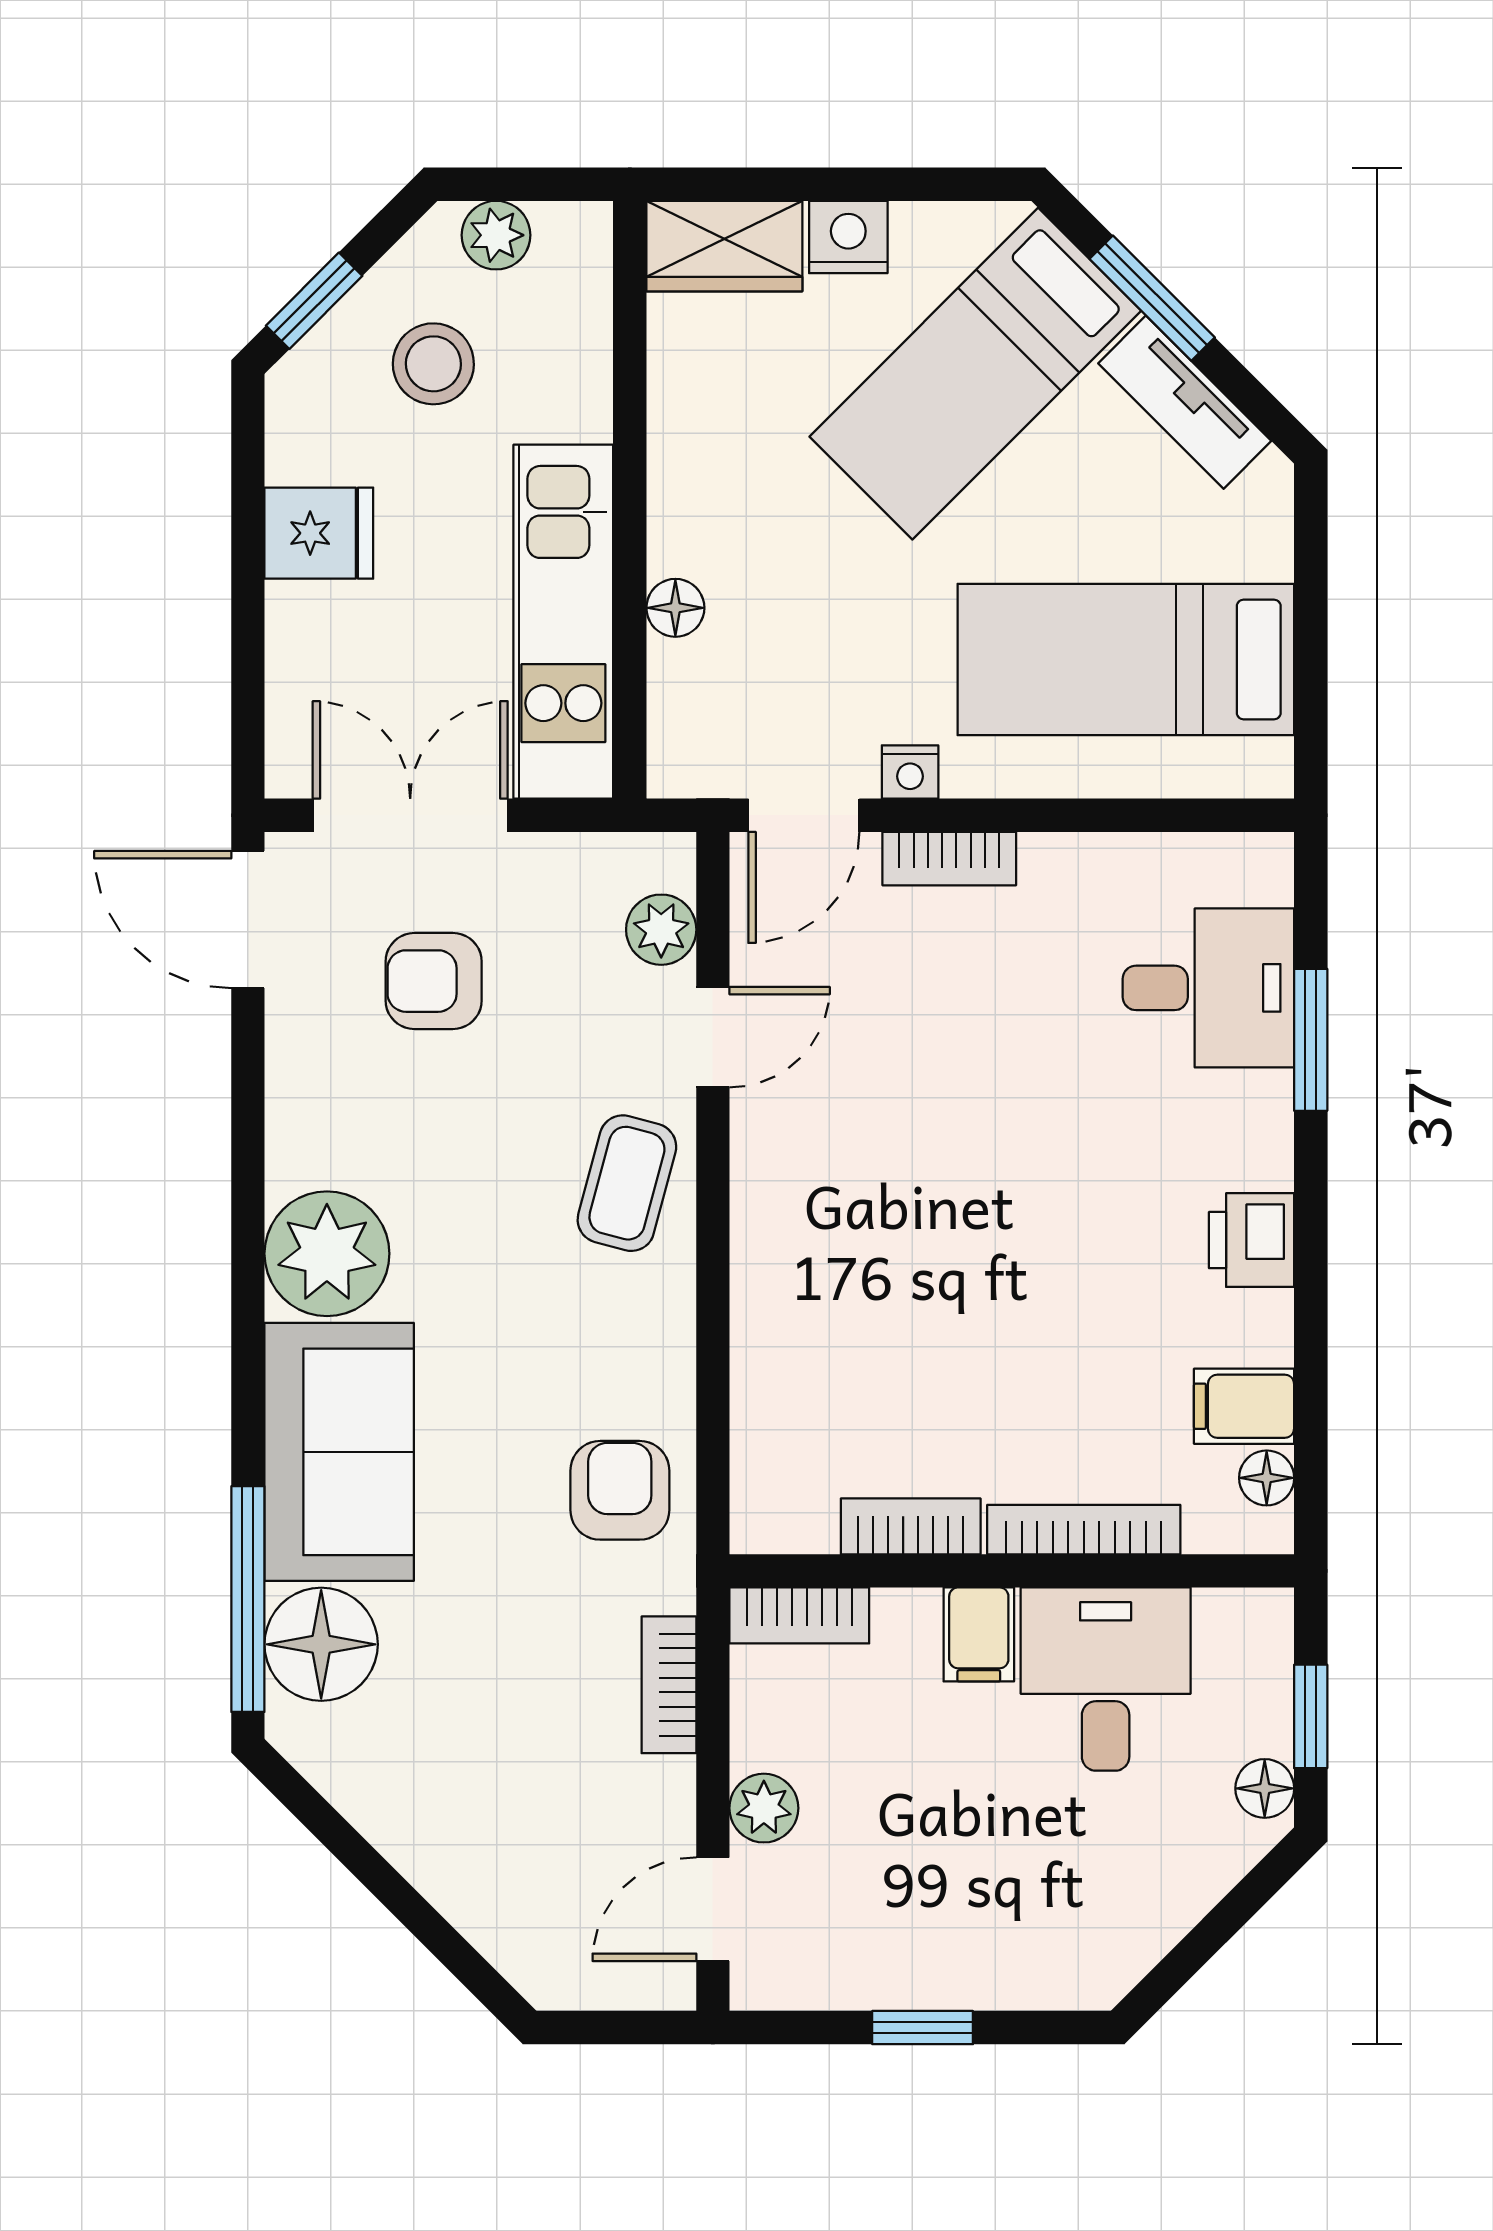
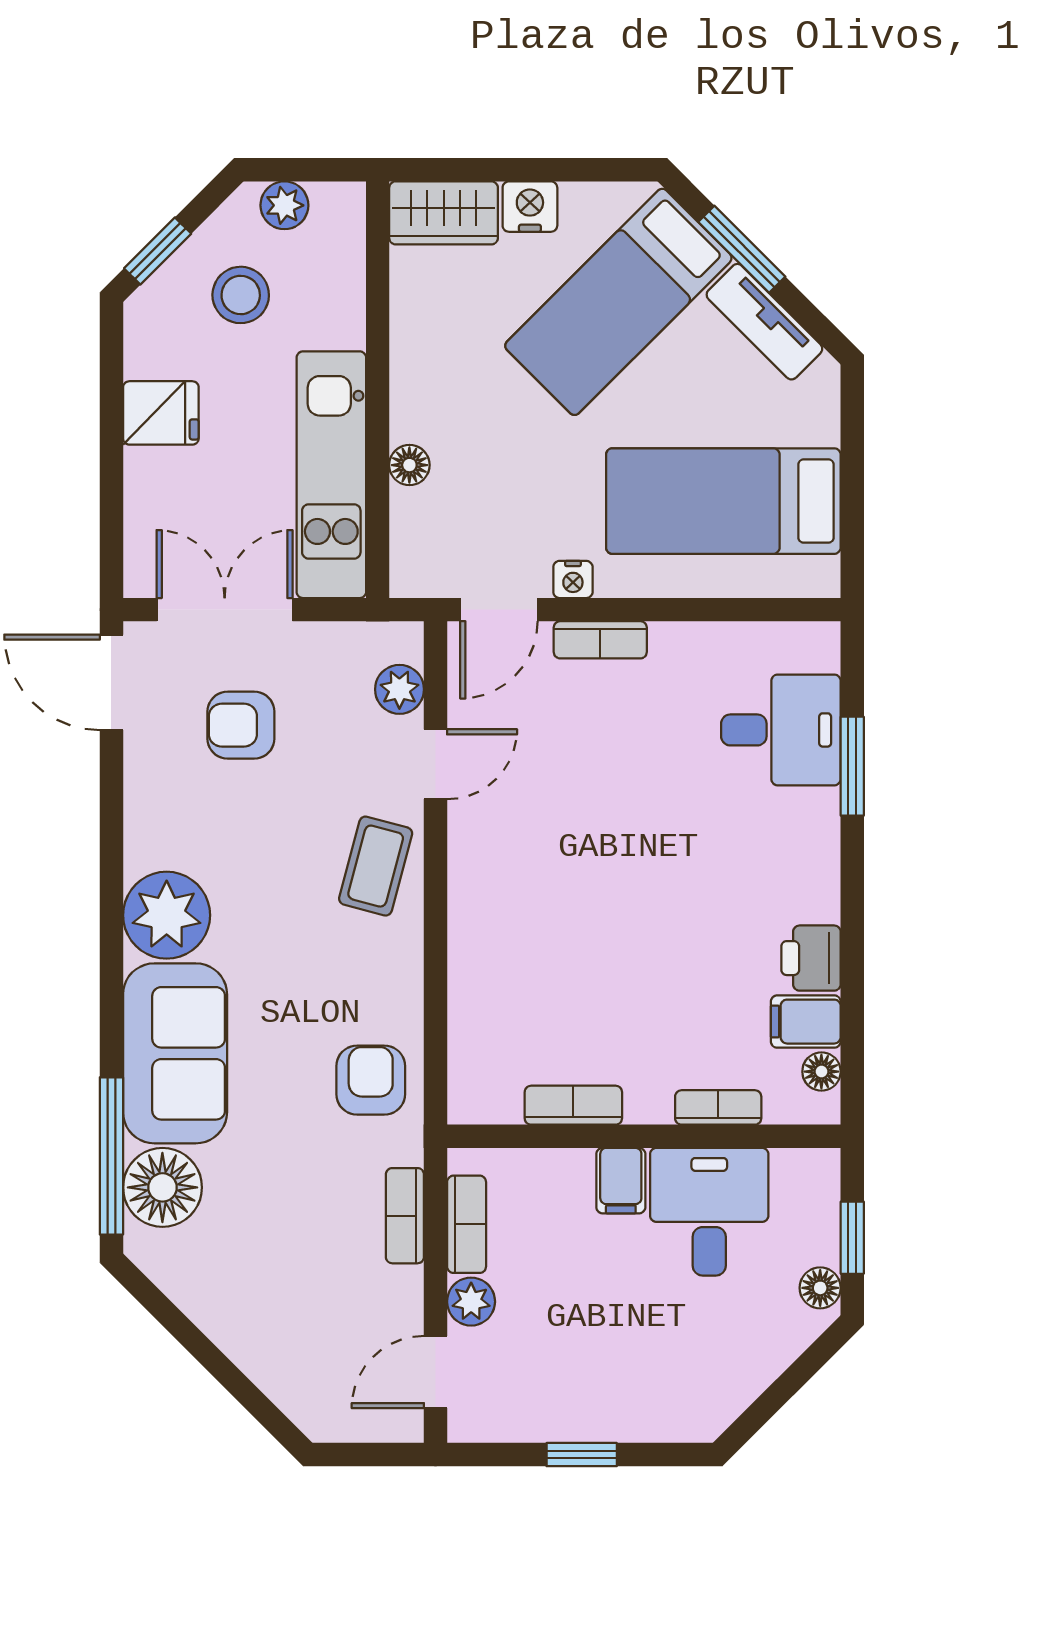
printer: (1252, 1240) -> (811, 958), moved
bookcase: (1084, 1530) -> (718, 1107), width x0.64
bookcase: (799, 1615) -> (467, 1224), moved, turned -90

